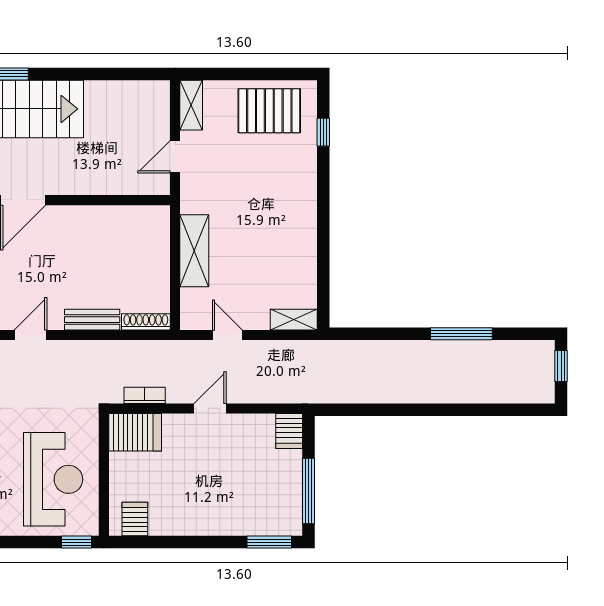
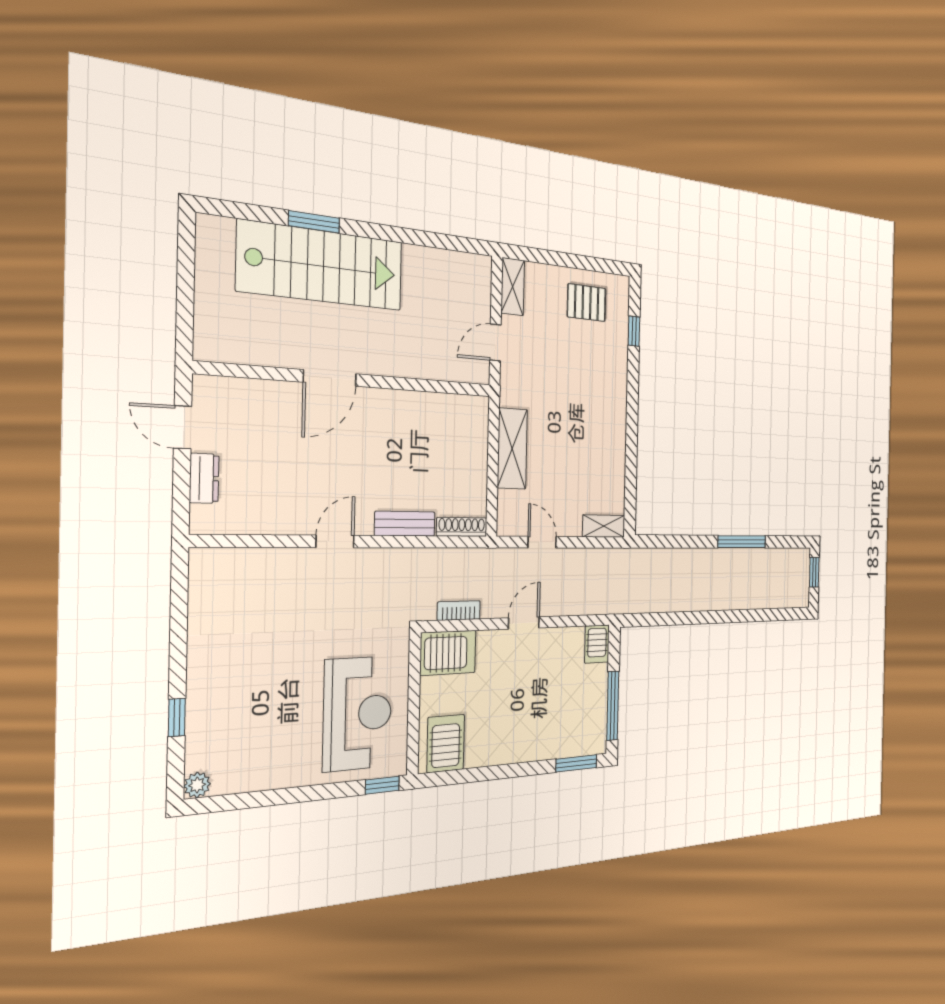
pallet: (269, 111) -> (587, 303), width x0.67, depth x0.71
server rack: (135, 519) -> (446, 743), width x1.36, depth x1.44

